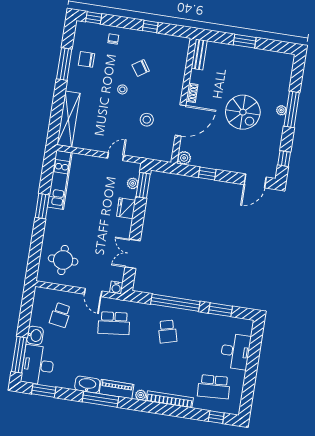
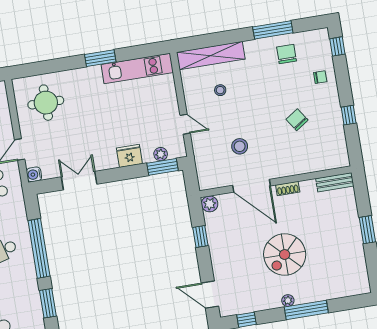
stool: (122, 89) -> (220, 90), moved
plant: (281, 110) -> (288, 301), moved

